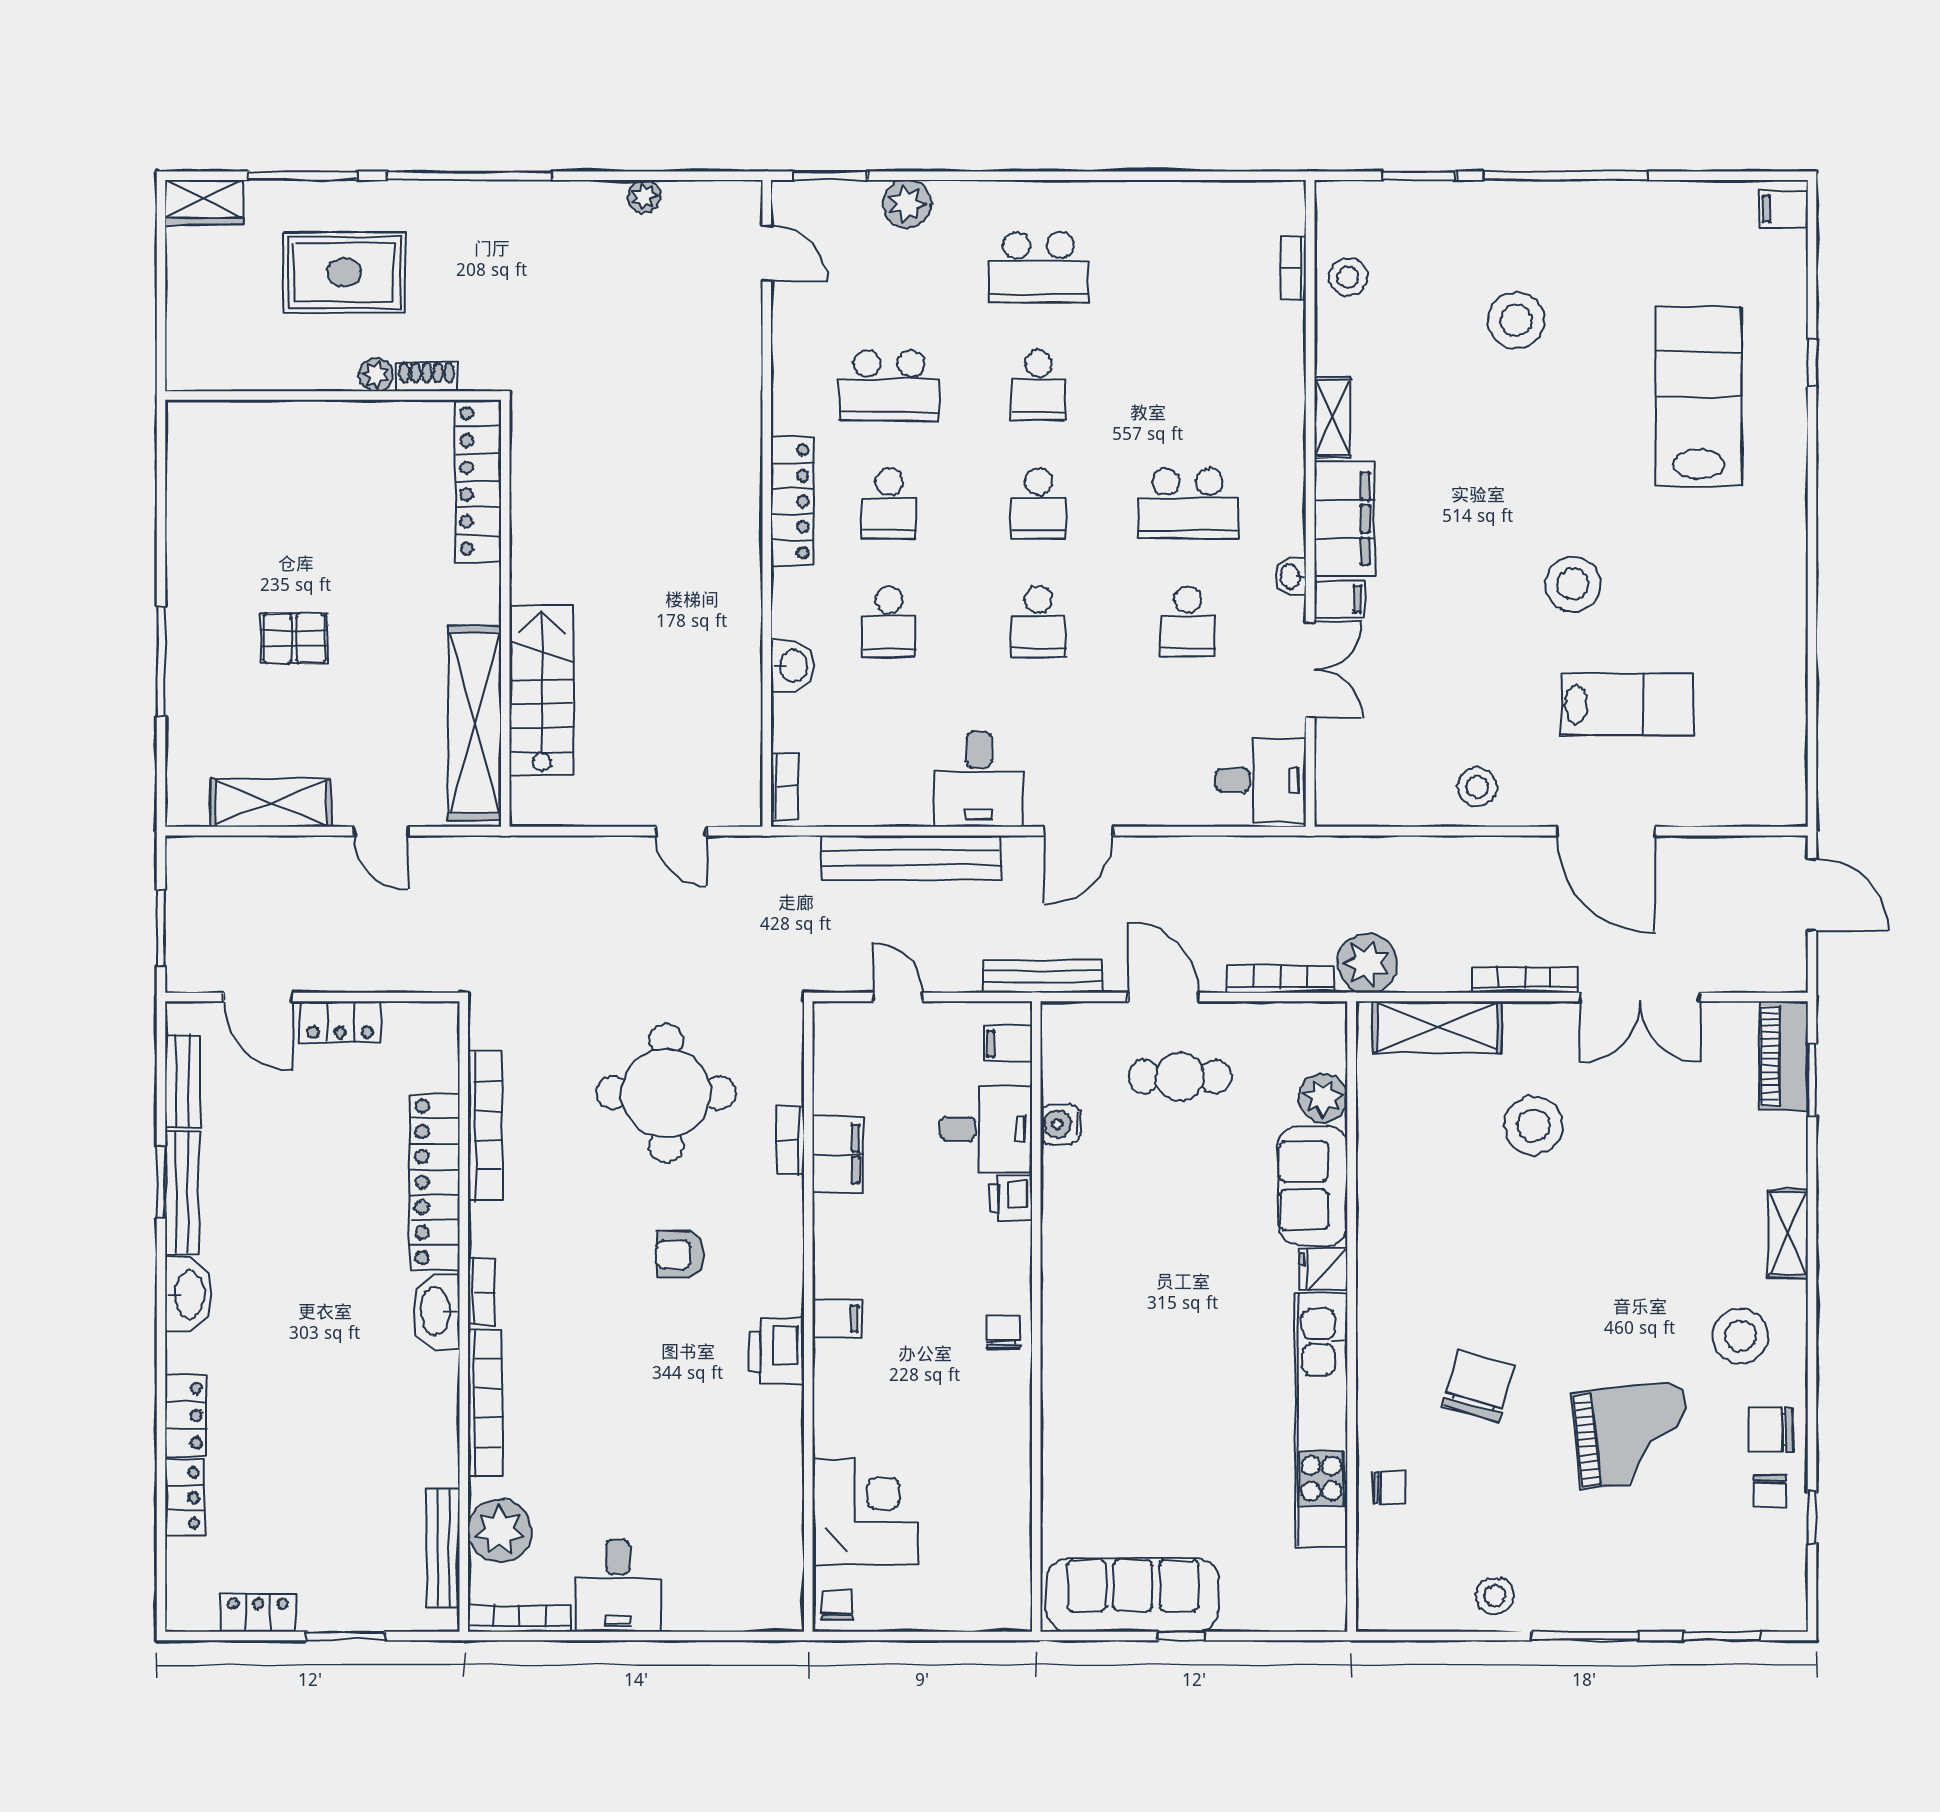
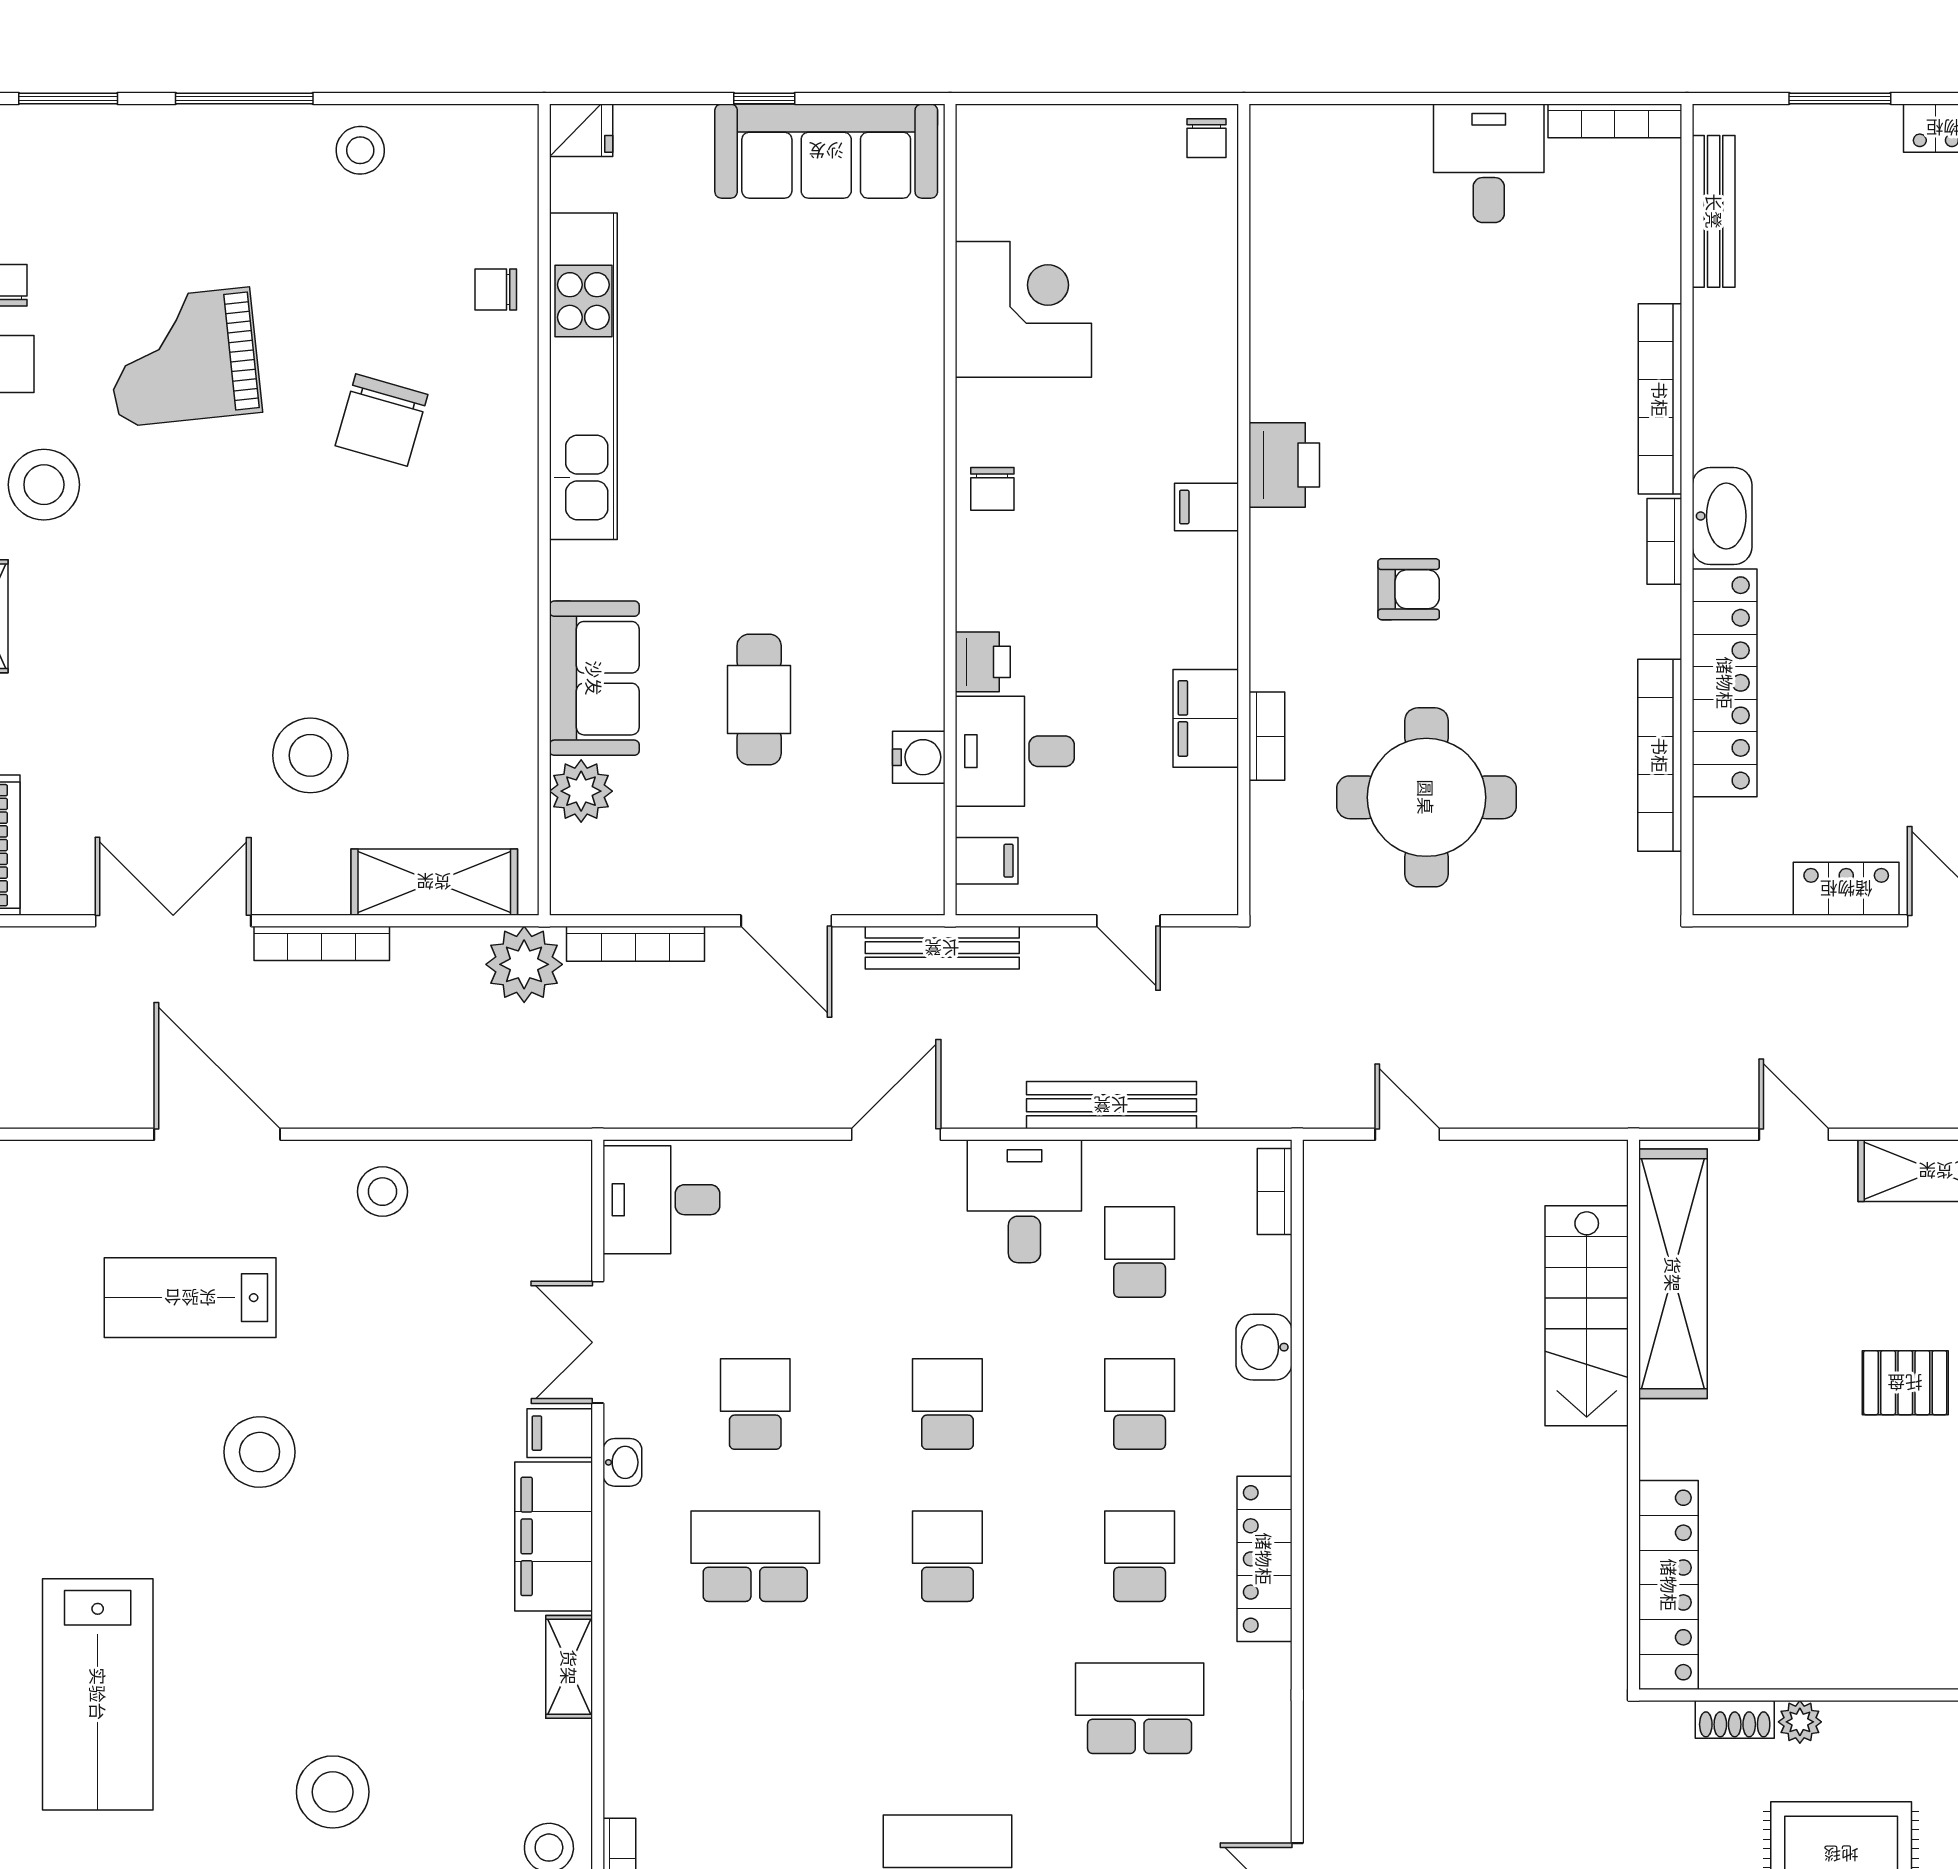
school desk: (1038, 385) -> (1140, 1252), moved
bench: (911, 858) -> (1111, 1105), width x0.73, depth x0.82
cafe table: (1180, 1077) -> (759, 699), moved, turned 90
fridge: (1323, 1269) -> (581, 130), moved
corner desk: (865, 1512) -> (1023, 309), moved, turned 180
plant: (500, 1531) -> (1641, 234), removed

